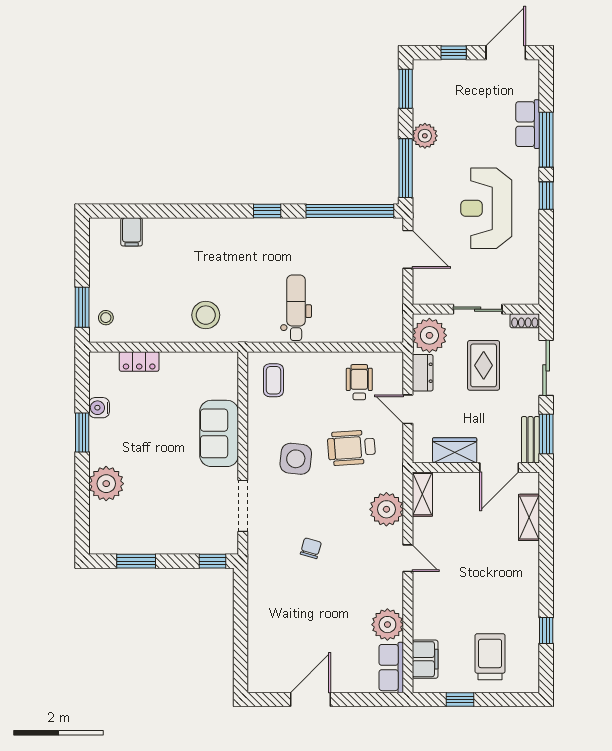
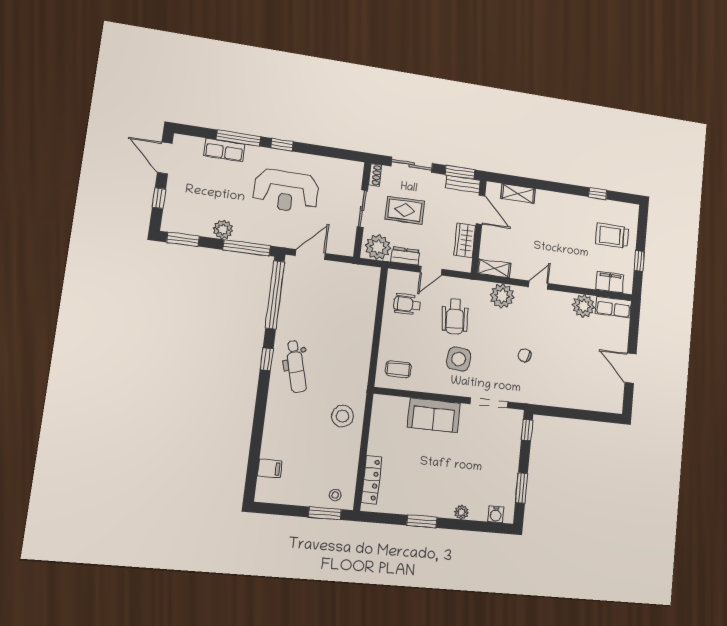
dental chair: (296, 308) -> (296, 366), moved, turned -105
locker: (139, 361) -> (371, 480), width x1.53
water cooler: (99, 408) -> (496, 514), moved
plant: (106, 484) -> (462, 512), width x0.53, depth x0.53

